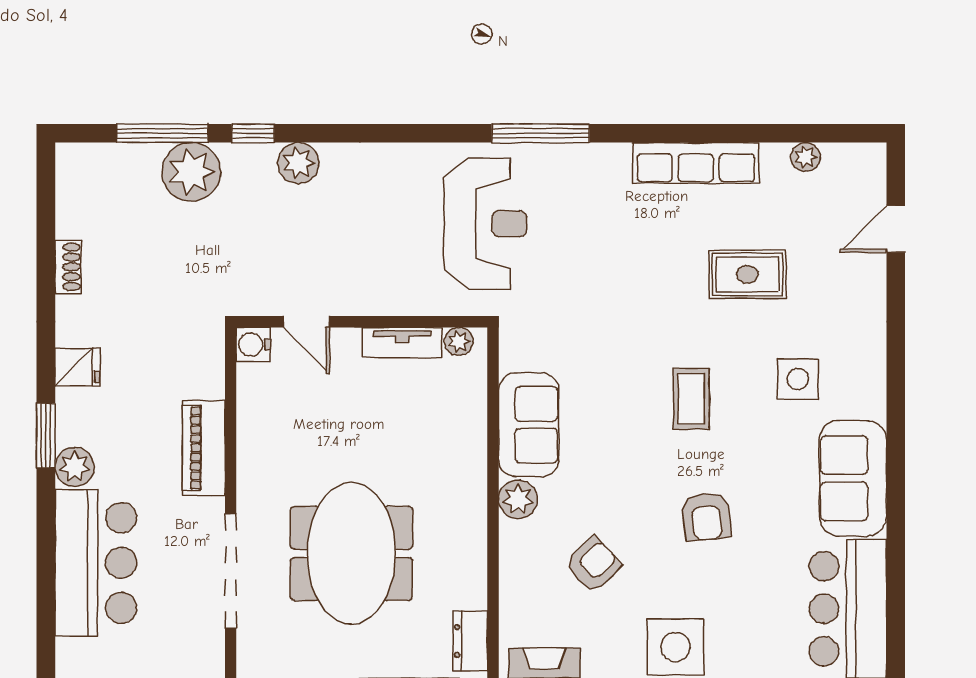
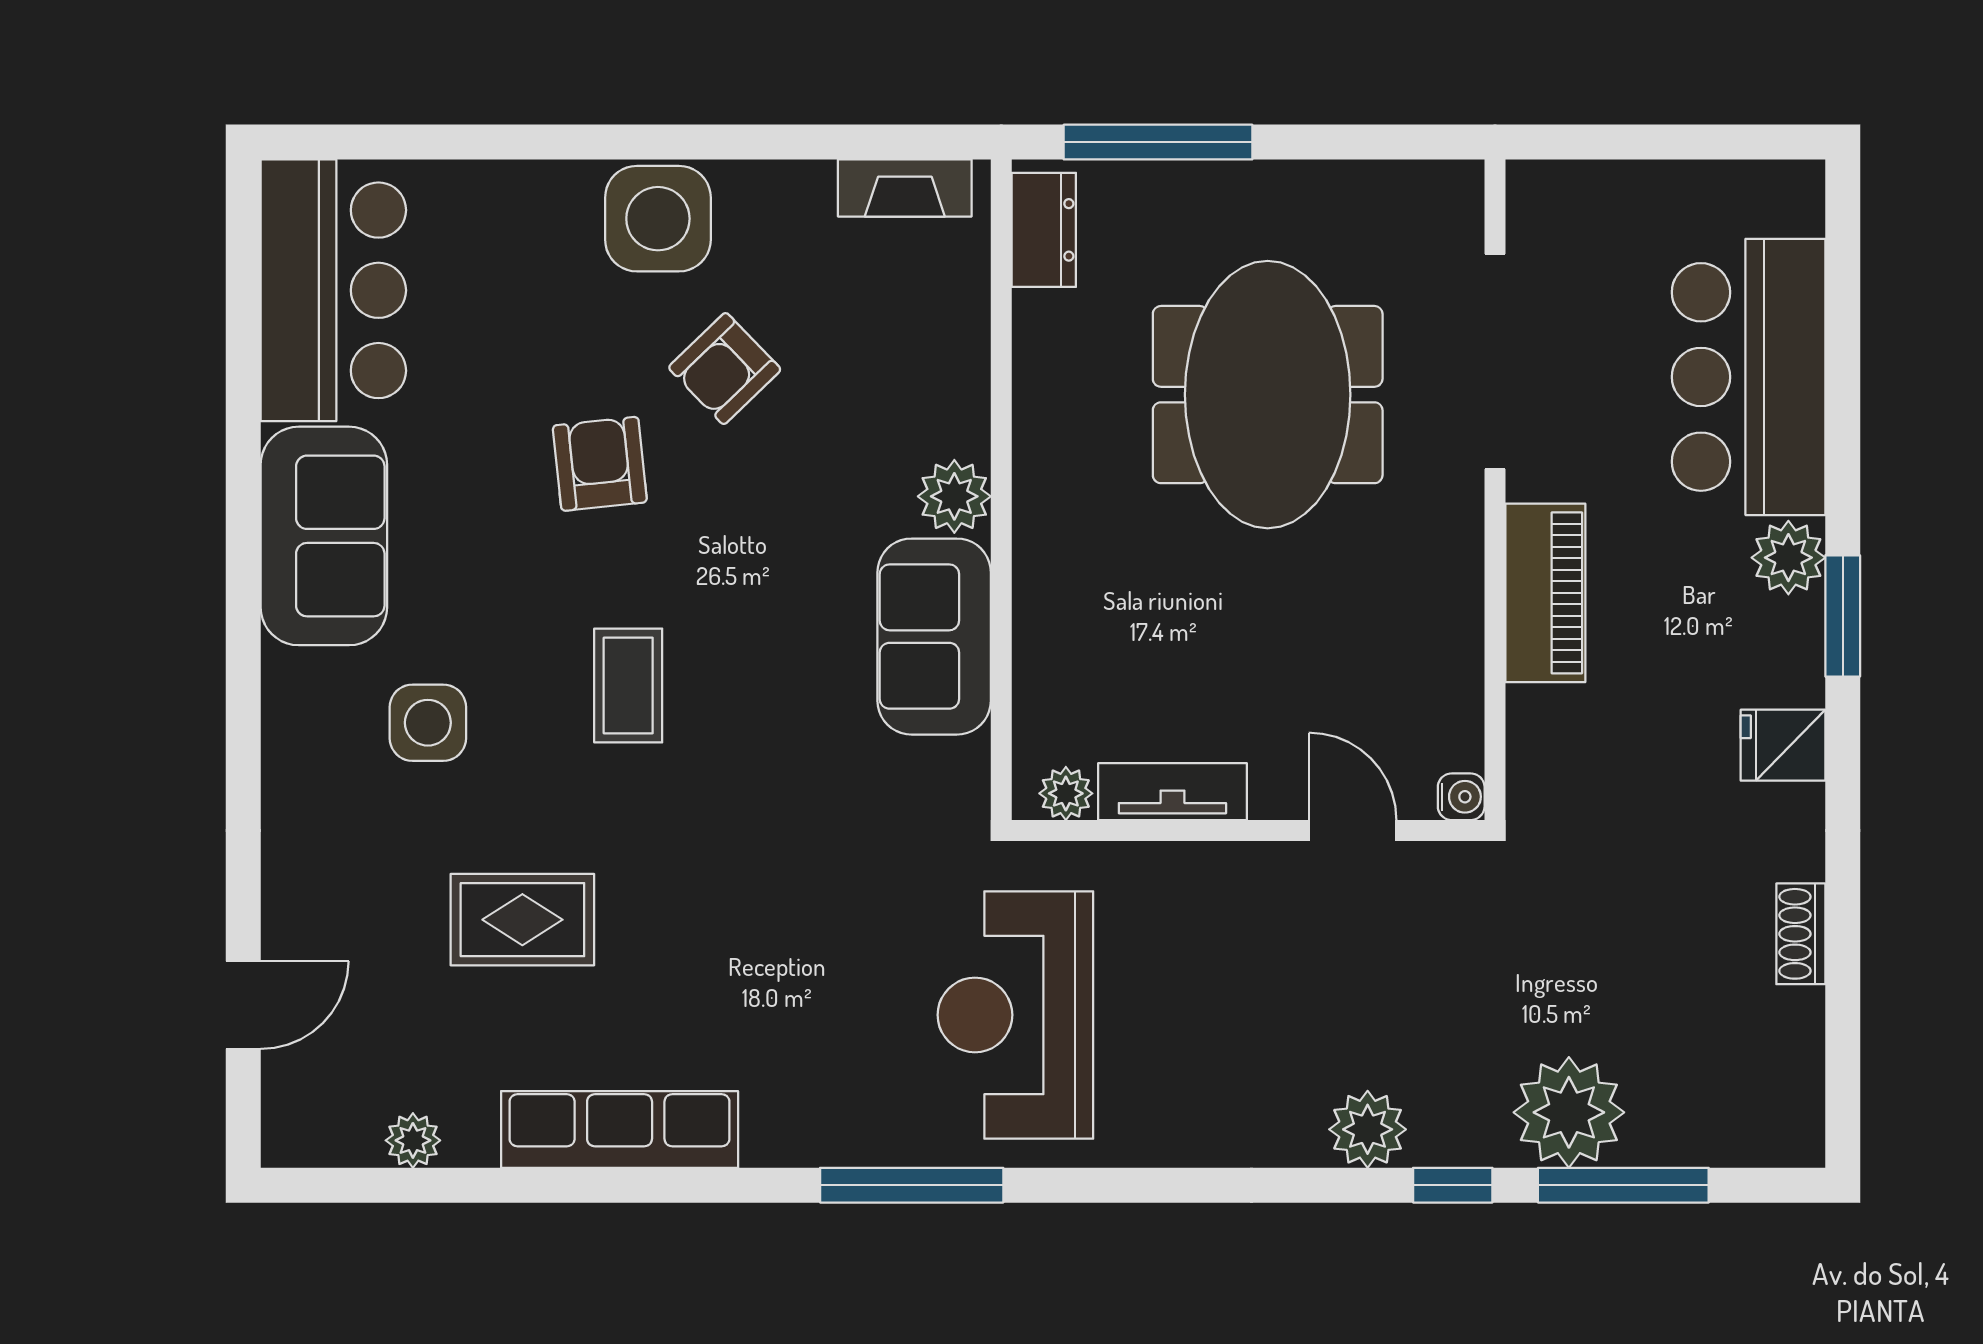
water cooler: (253, 344) -> (1461, 797), width x0.72, depth x0.72
armchair: (593, 564) -> (725, 369), moved

